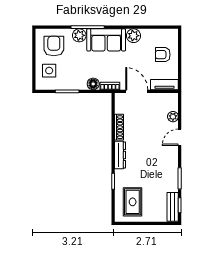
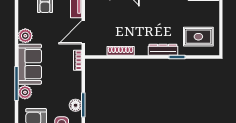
floor lamp: (93, 84) -> (76, 105), moved
dresser: (120, 155) -> (163, 50), moved

